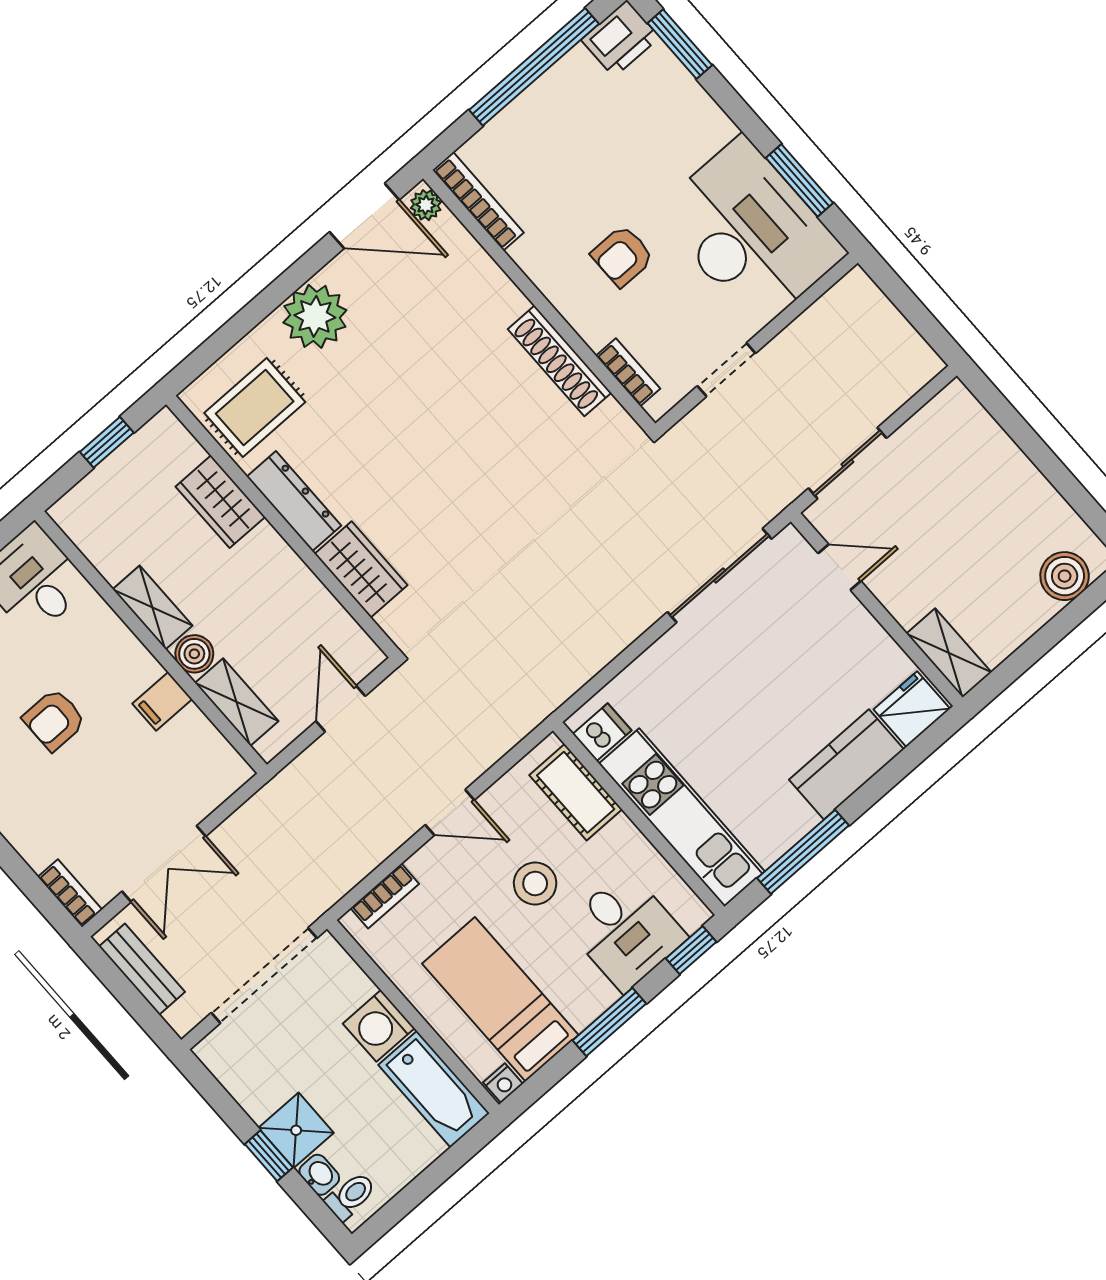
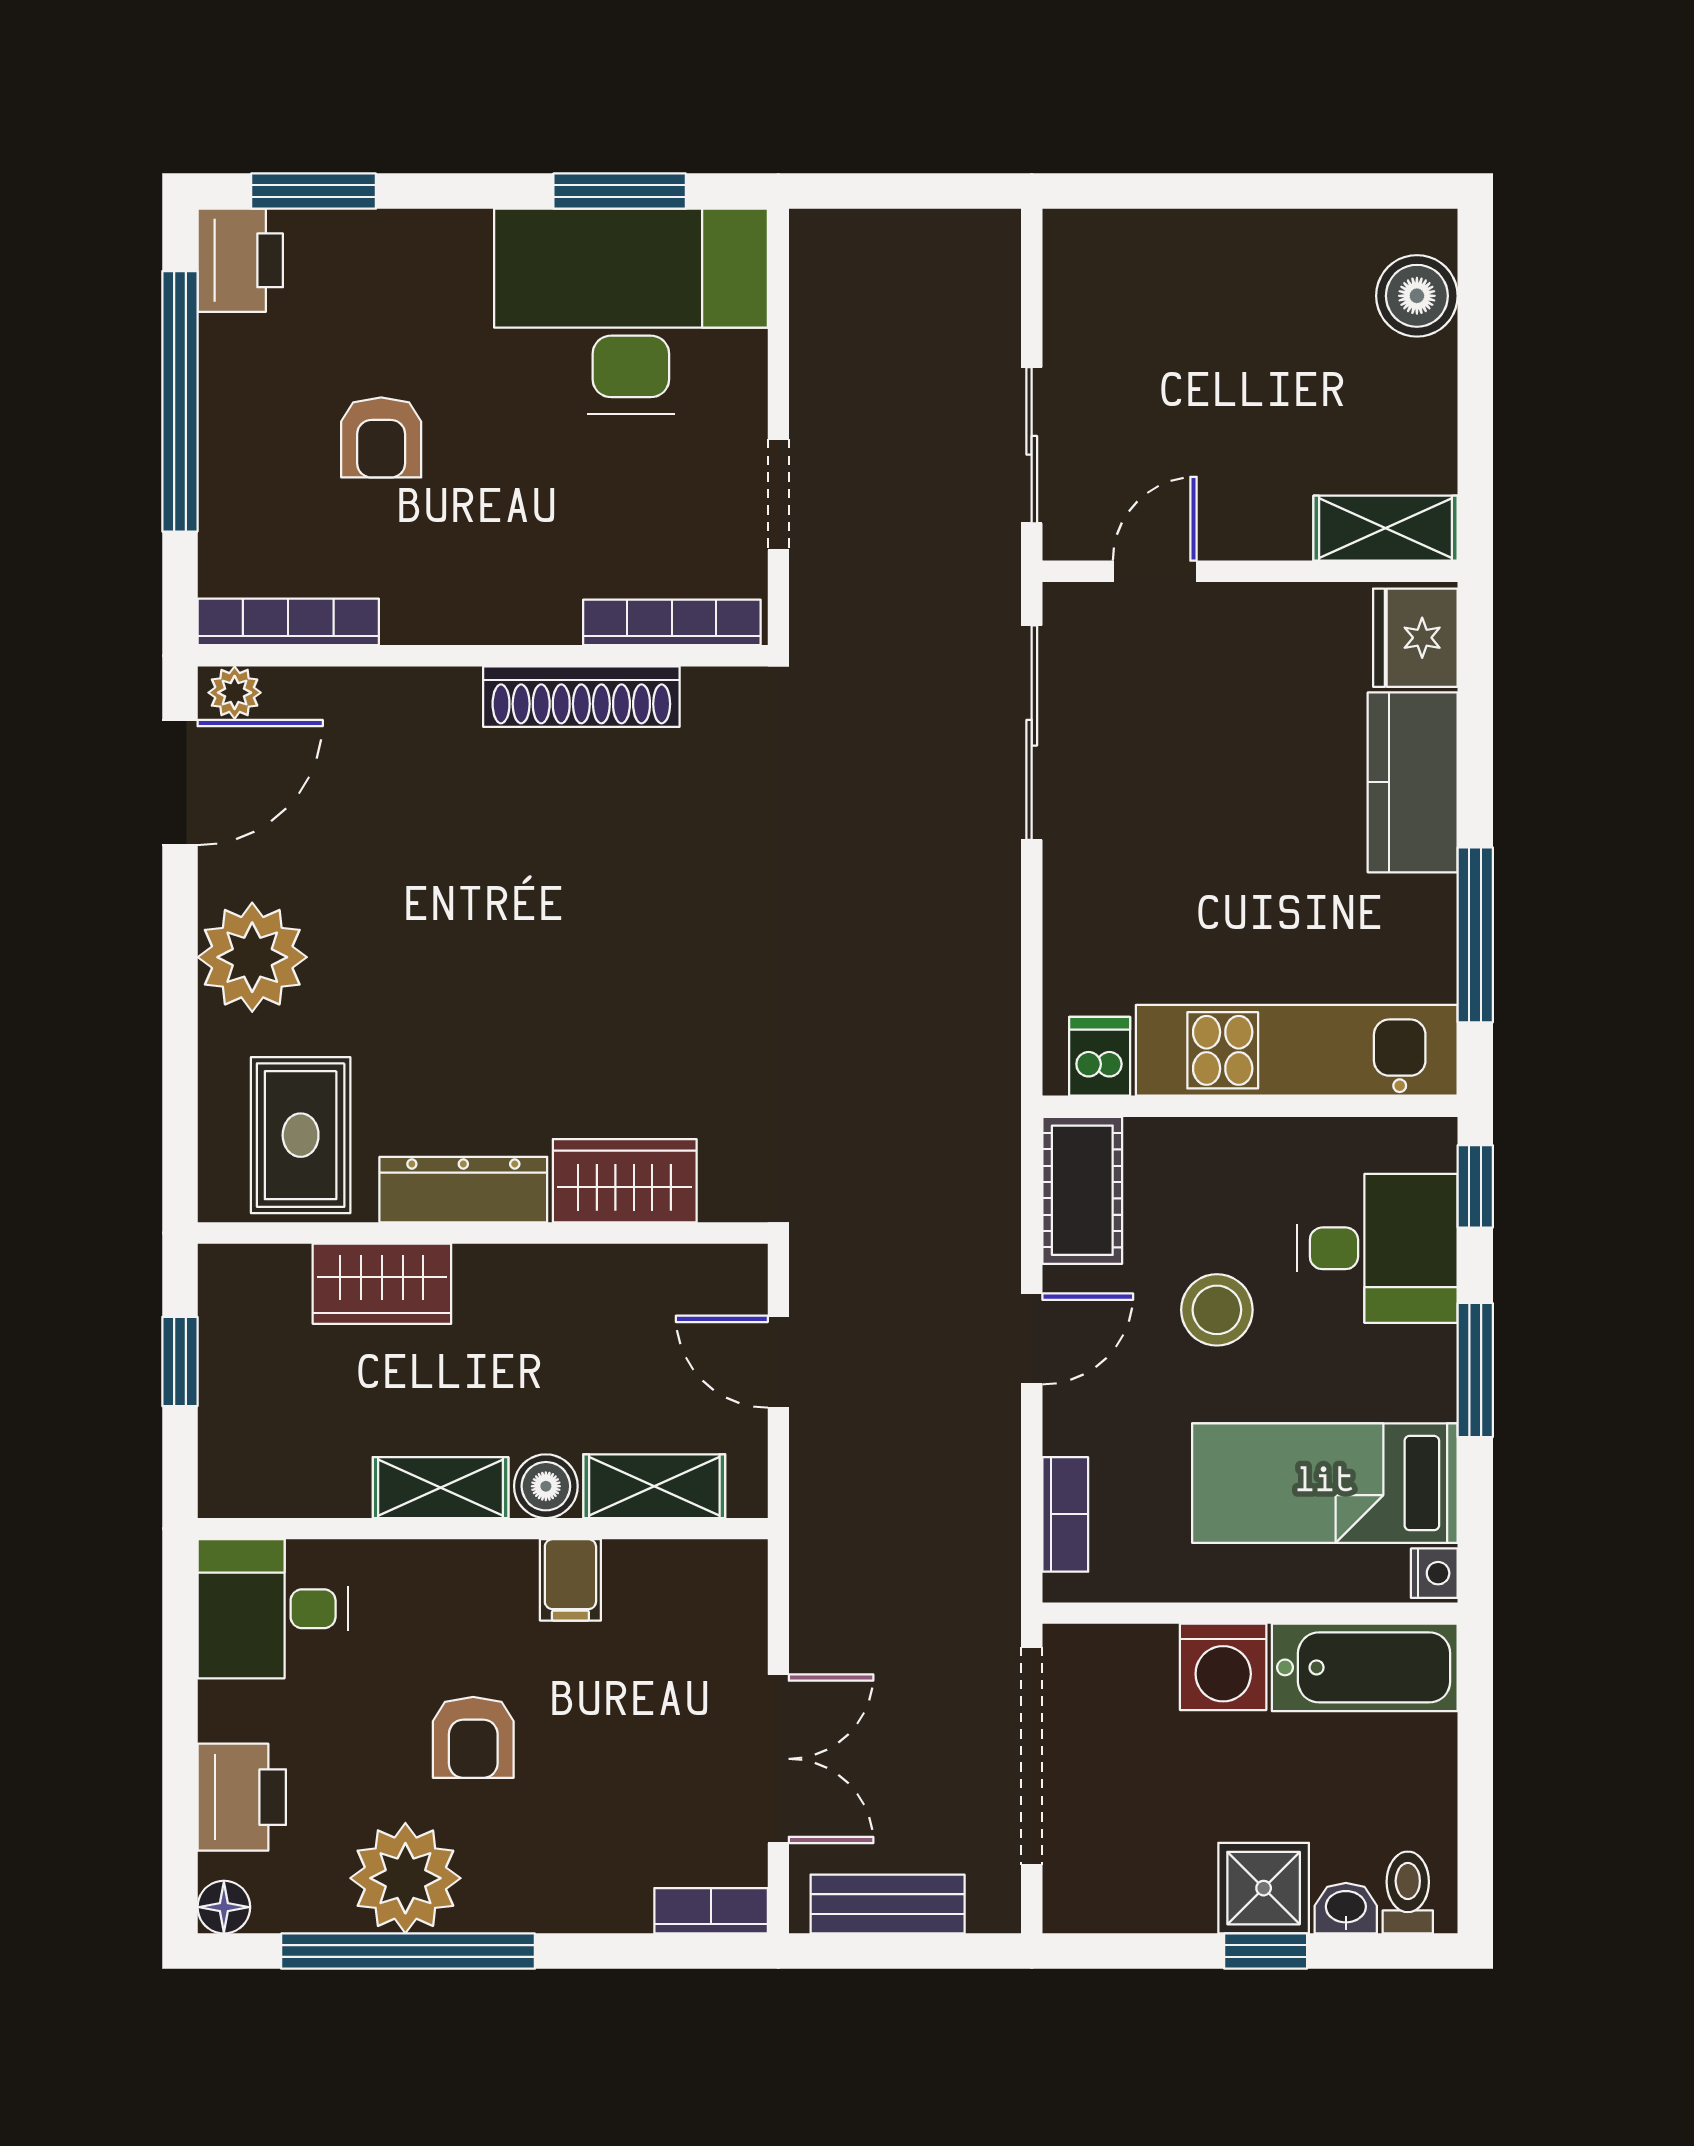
armchair: (622, 256) -> (381, 437), moved
bookcase: (628, 372) -> (672, 622), width x1.56
cot: (576, 792) -> (1082, 1190), moved, turned 90

